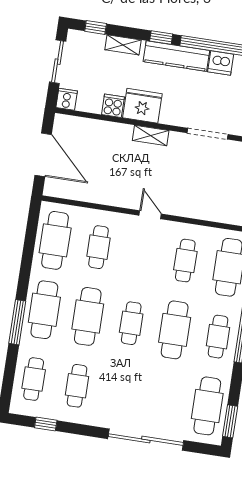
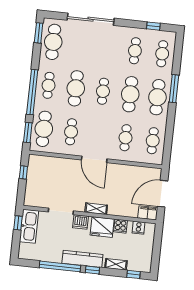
sliding door: (58, 62) -> (156, 252), removed
dishwasher: (221, 63) -> (81, 222), moved, turned 180
cooker: (67, 99) -> (139, 228), moved
filing cabinet: (68, 125) -> (148, 213), added
door: (43, 155) -> (163, 194), hinge flipped
door: (150, 215) -> (94, 159), width x1.87
cafe table: (55, 240) -> (153, 141), width x0.73, depth x0.74

